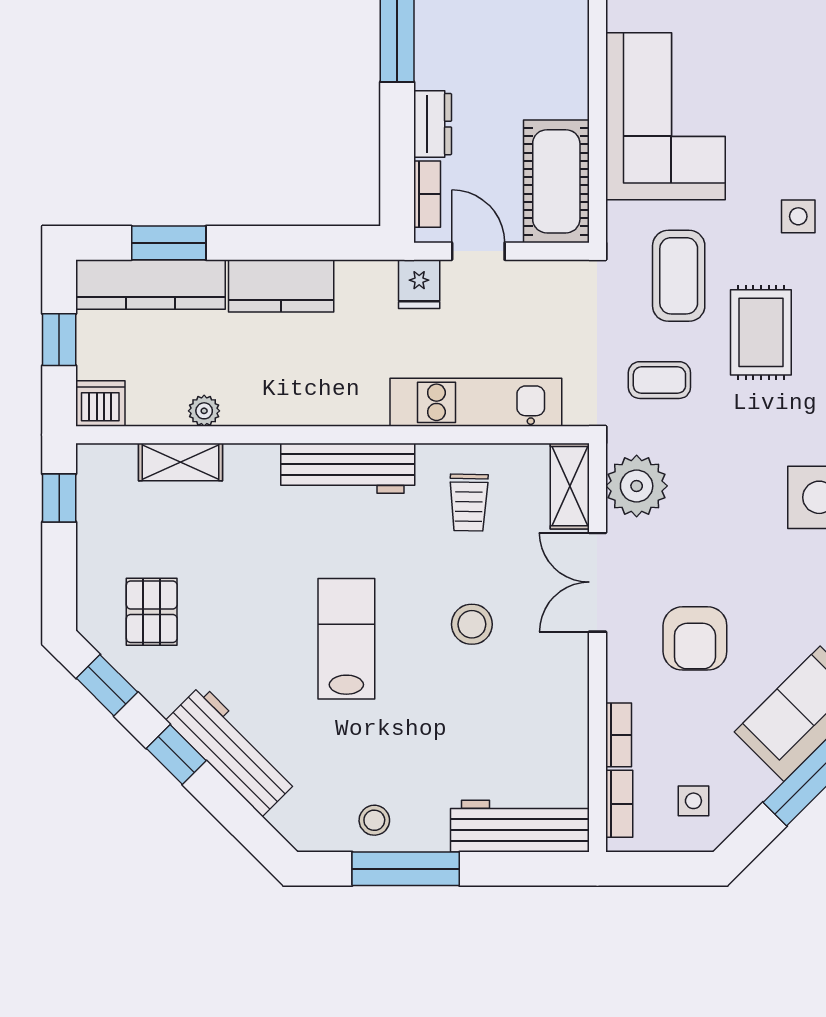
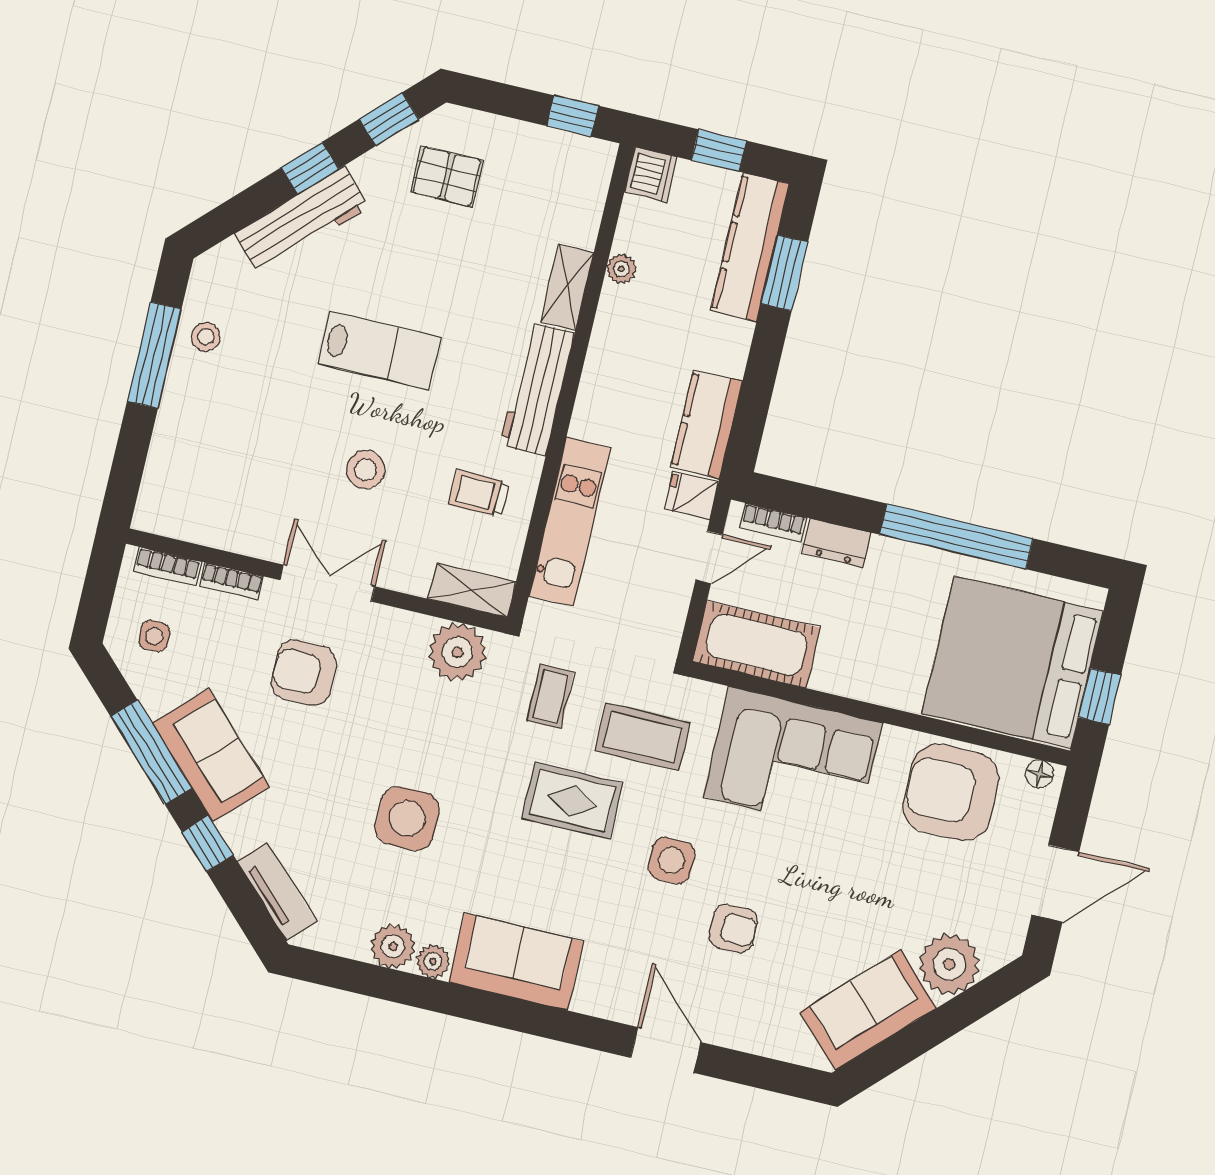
side table: (798, 216) -> (671, 860), width x1.37, depth x1.37
kitchen counter: (281, 286) -> (707, 424), moved
shelving: (180, 462) -> (567, 287), moved
double door: (597, 582) -> (327, 583), moved
workbench: (520, 826) -> (169, 470), removed

